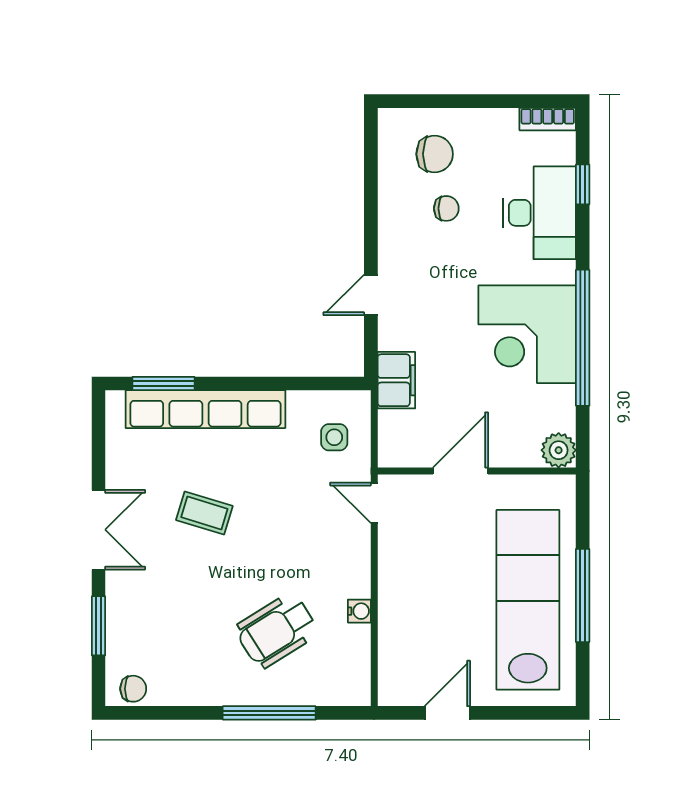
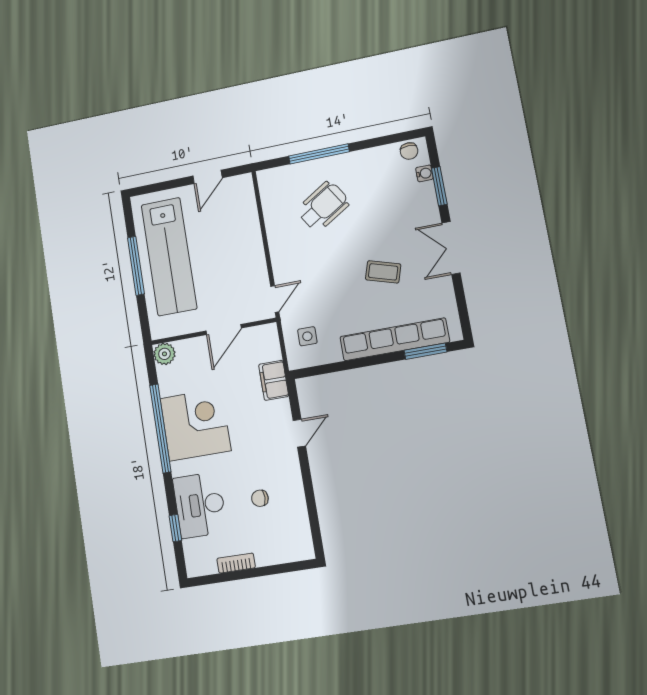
bookcase: (548, 119) -> (236, 563), moved
chair: (435, 154) -> (273, 533), removed
door: (374, 503) -> (275, 299), hinge flipped
water cooler: (359, 611) -> (424, 173), moved, turned 180
chair: (133, 689) -> (409, 151), turned -90

